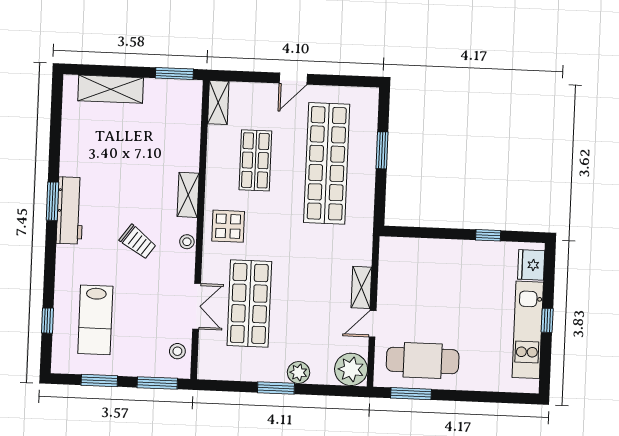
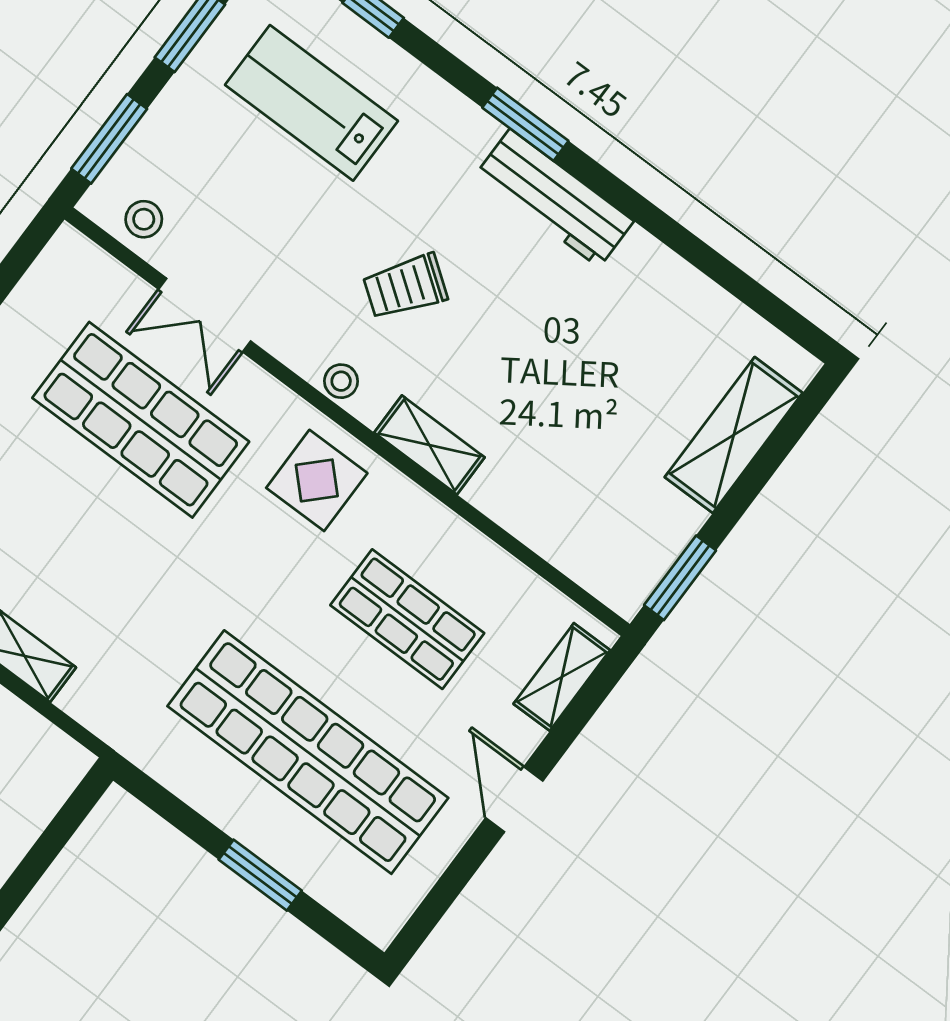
shelving: (218, 103) -> (562, 677), moved, turned 90
window: (52, 201) -> (525, 124), moved

